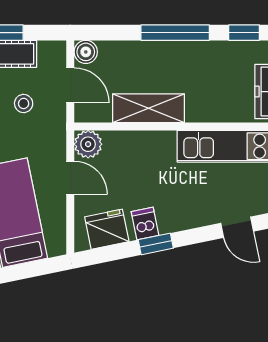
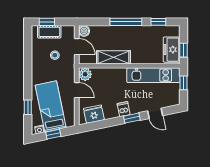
dishwasher: (145, 223) -> (124, 109), moved
window: (156, 244) -> (132, 118), moved
window: (20, 272) -> (53, 134), added

